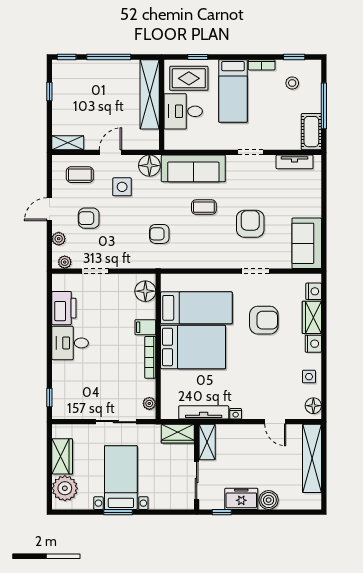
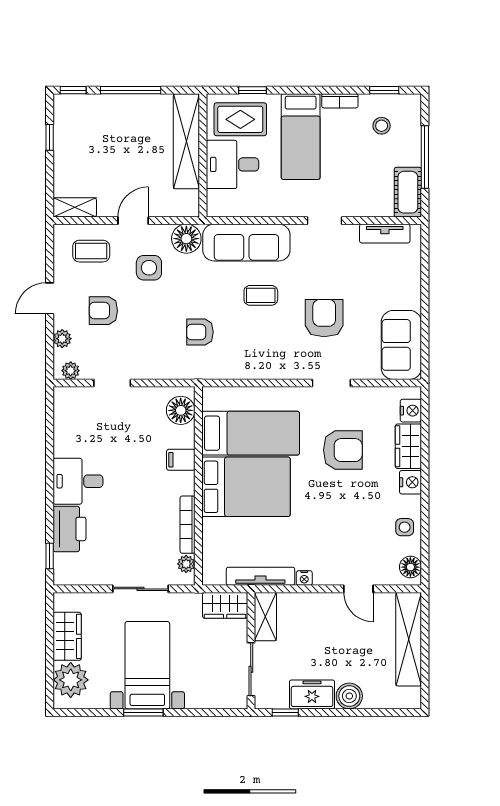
printer: (64, 308) -> (69, 529), moved
bookcase: (150, 357) -> (188, 525), moved

